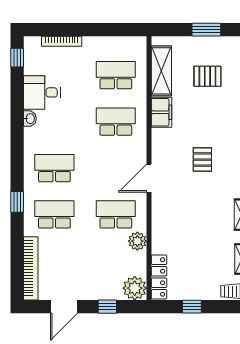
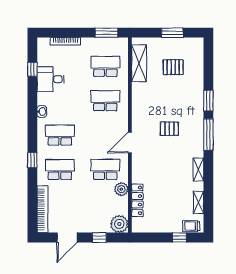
window: (117, 30) -> (107, 33), added
window: (17, 58) -> (32, 69), moved
filing cabinet: (162, 112) -> (139, 94), removed
washbasin: (30, 119) -> (42, 112), moved
pallet: (202, 160) -> (169, 129), turned 90
locker: (159, 277) -> (137, 200), moved
window: (192, 307) -> (179, 238), moved

